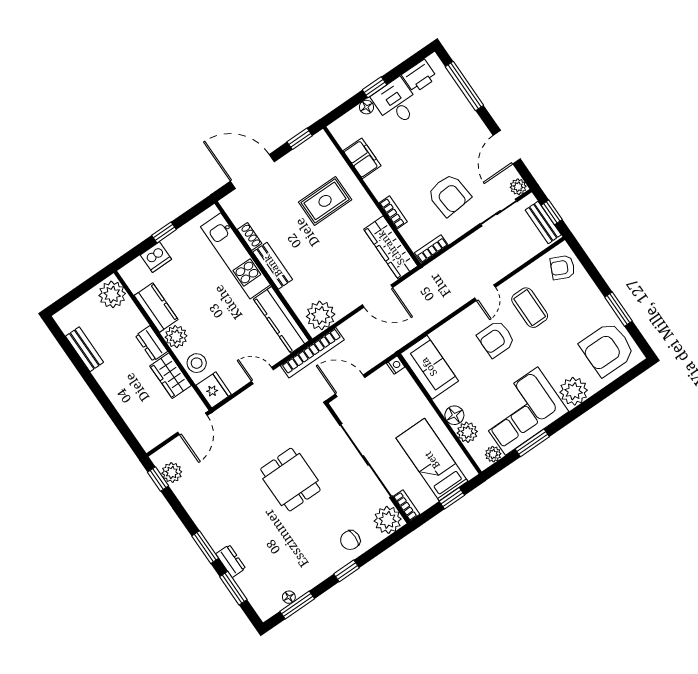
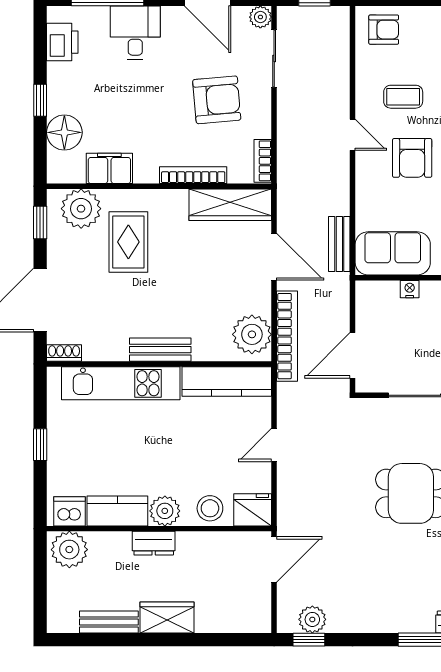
desk: (396, 102) -> (135, 33), moved, turned 90
floor lamp: (367, 107) -> (64, 132), width x1.89, depth x1.89
plant: (325, 158) -> (81, 209), added
bookcase: (393, 212) -> (193, 175), width x1.56
bench: (543, 222) -> (339, 244), moved, turned 90
shoe rack: (249, 237) -> (64, 353), moved
dishwasher: (156, 257) -> (69, 511), moved, turned -90
armchair: (562, 267) -> (384, 30), turned -115
door: (377, 296) -> (274, 257), hinge flipped
coffee table: (530, 308) -> (403, 97), width x0.73, depth x0.77
bookcase: (312, 353) -> (287, 336), moved
nightstand: (396, 365) -> (410, 289), moved
wardrobe: (171, 376) -> (167, 618), moved, turned 180
door: (192, 424) -> (274, 559), hinge flipped

